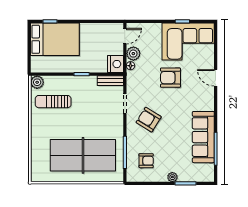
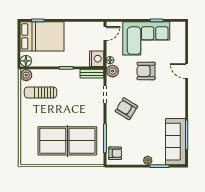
corner sofa: (188, 41) -> (146, 38), moved
plant: (133, 54) -> (113, 71), moved
floor lamp: (37, 66) -> (26, 61), added
sofa: (203, 137) -> (175, 142), moved
armchair: (146, 161) -> (115, 153), moved

